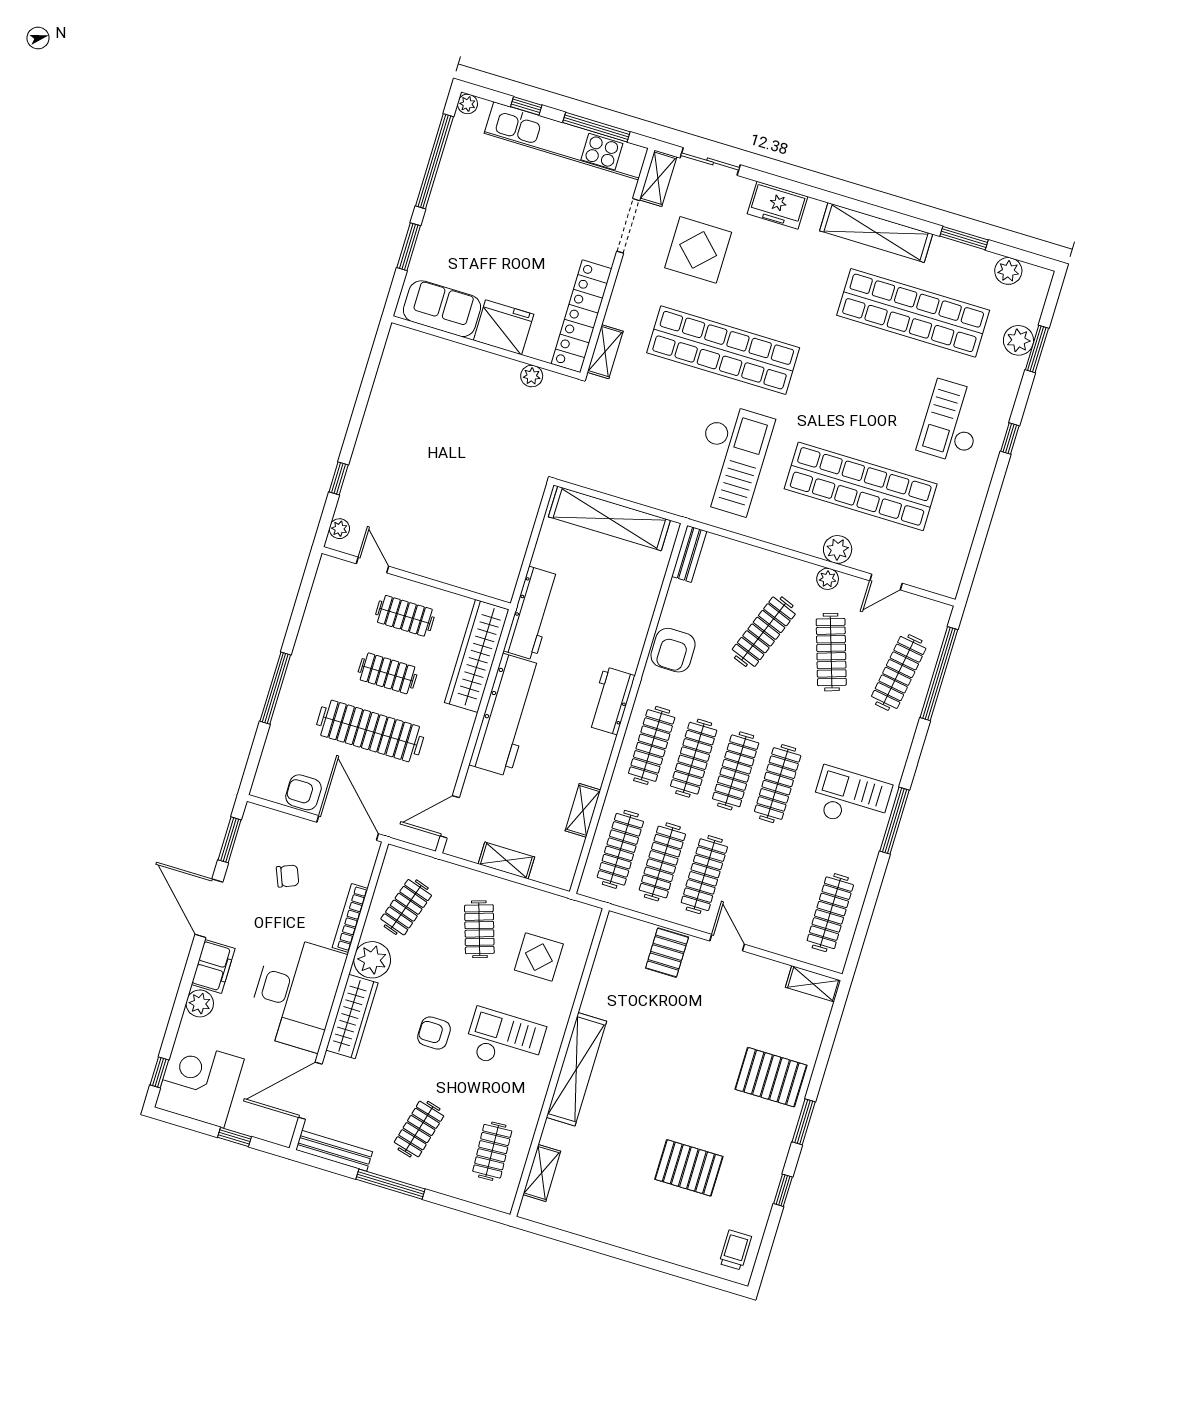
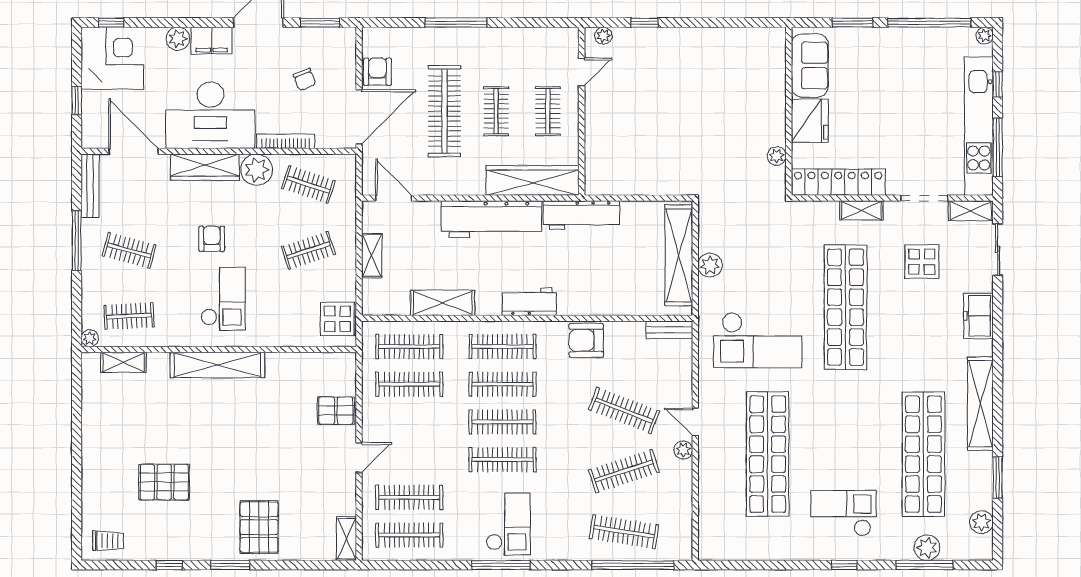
display table: (698, 250) -> (922, 262), width x0.73, depth x0.73
window: (1037, 349) -> (924, 565), width x1.44
shelving: (605, 352) -> (861, 210), moved
plant: (838, 549) -> (710, 265), moved
door: (886, 582) -> (695, 422), moved
shelving: (583, 810) -> (443, 303), width x1.50, depth x1.33
clothes rail: (704, 875) -> (409, 497), moved
display table: (539, 957) -> (337, 319), moved
pallet: (689, 1168) -> (164, 482), turned 90
plant: (504, 1202) -> (90, 338), added

